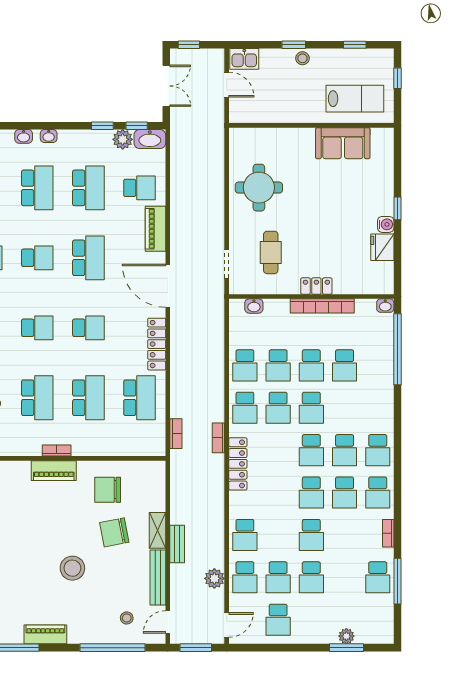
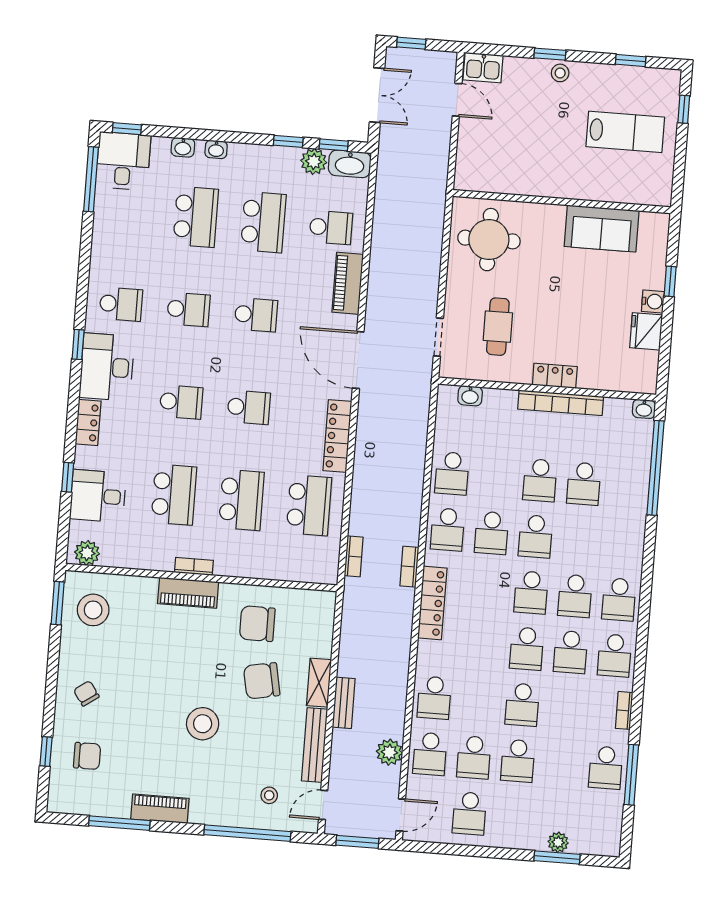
wall: (311, 125) -> (562, 202), moved
sofa: (343, 143) -> (602, 229), moved
school desk: (88, 258) -> (256, 315), width x0.54
school desk: (278, 365) -> (496, 477), removed

